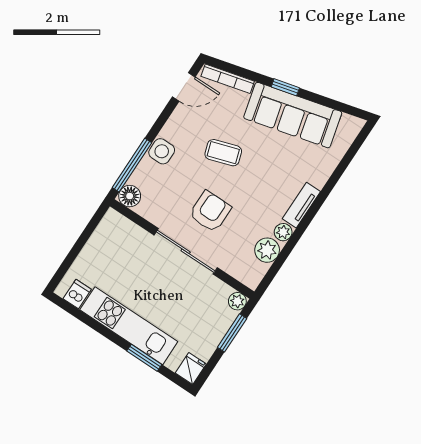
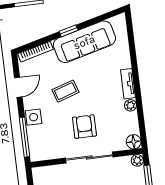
door: (184, 87) -> (18, 87), moved
floor lamp: (130, 196) -> (134, 142), moved
plant: (267, 250) -> (130, 121), removed

